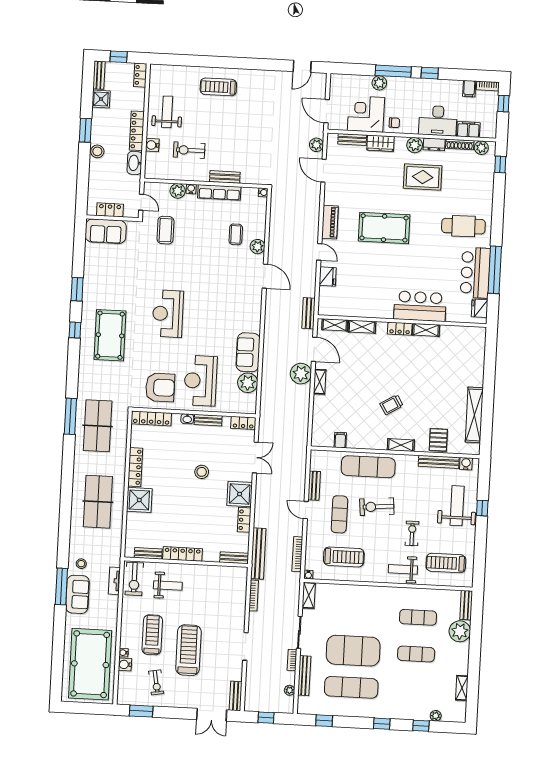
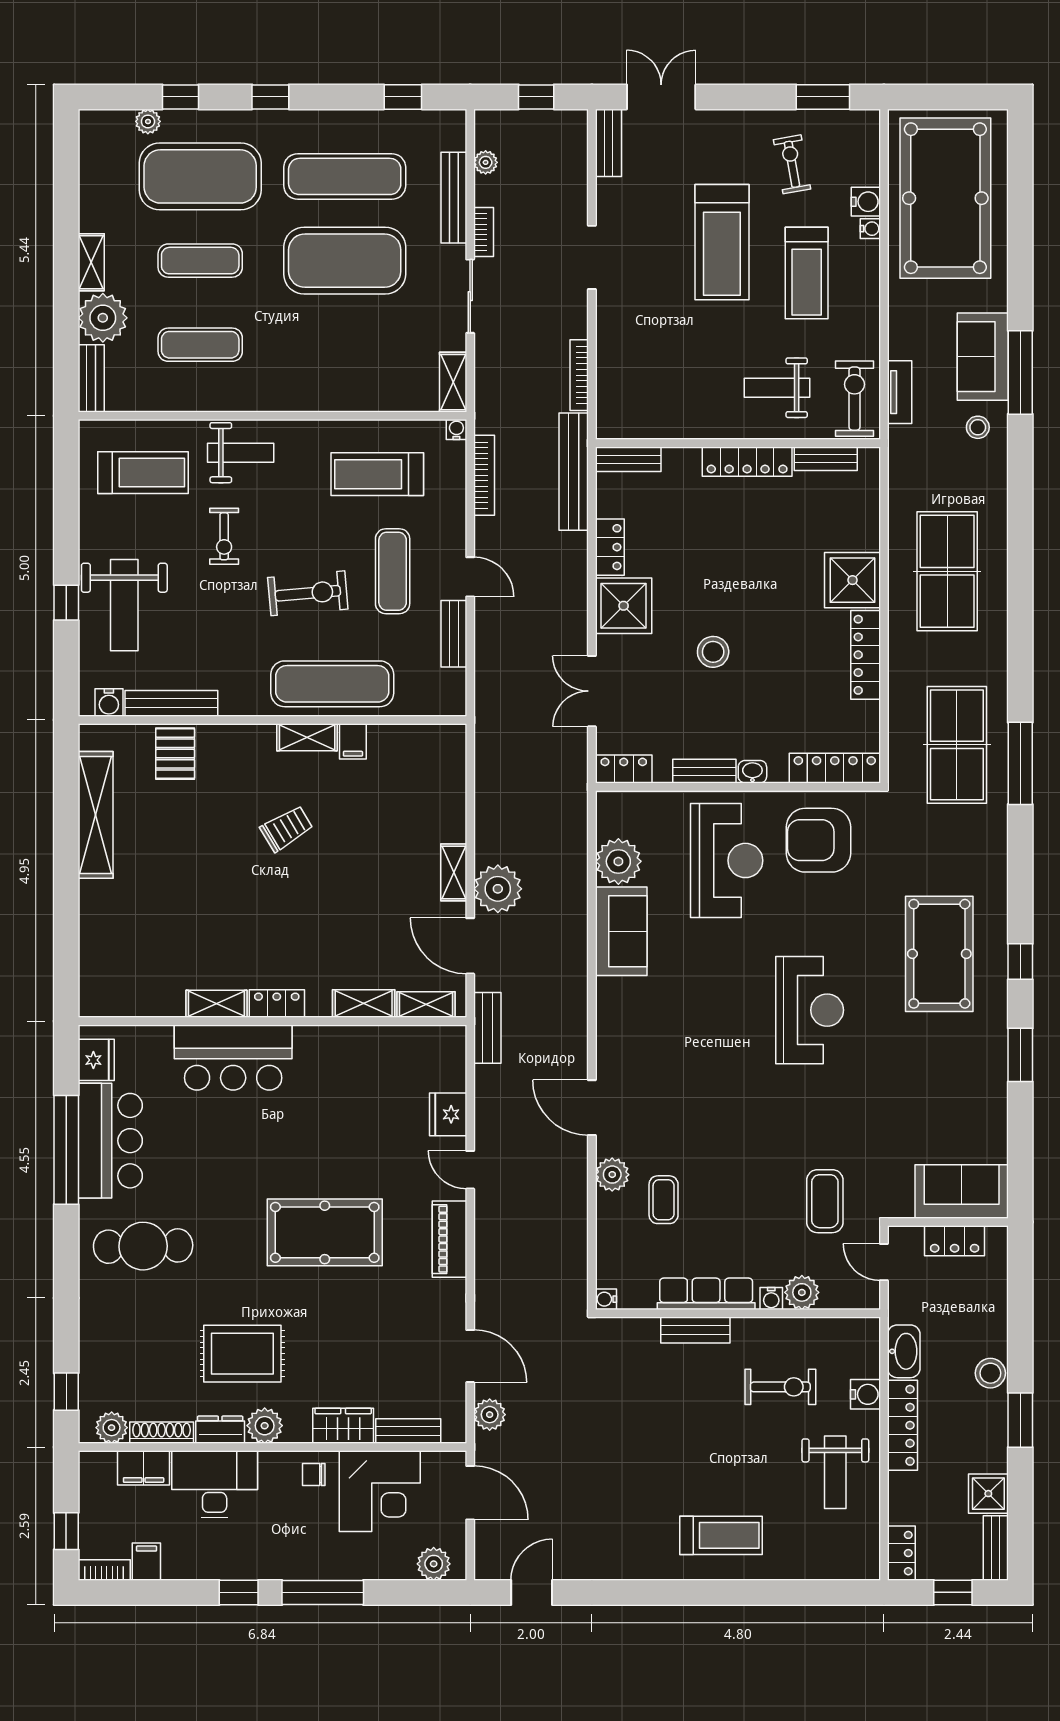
plant: (379, 83) -> (434, 1564), moved
filing cabinet: (340, 440) -> (353, 741), moved
shelving: (401, 445) -> (307, 737), moved
shelving: (462, 688) -> (91, 262), moved
exercise mat: (414, 691) -> (200, 176), added

